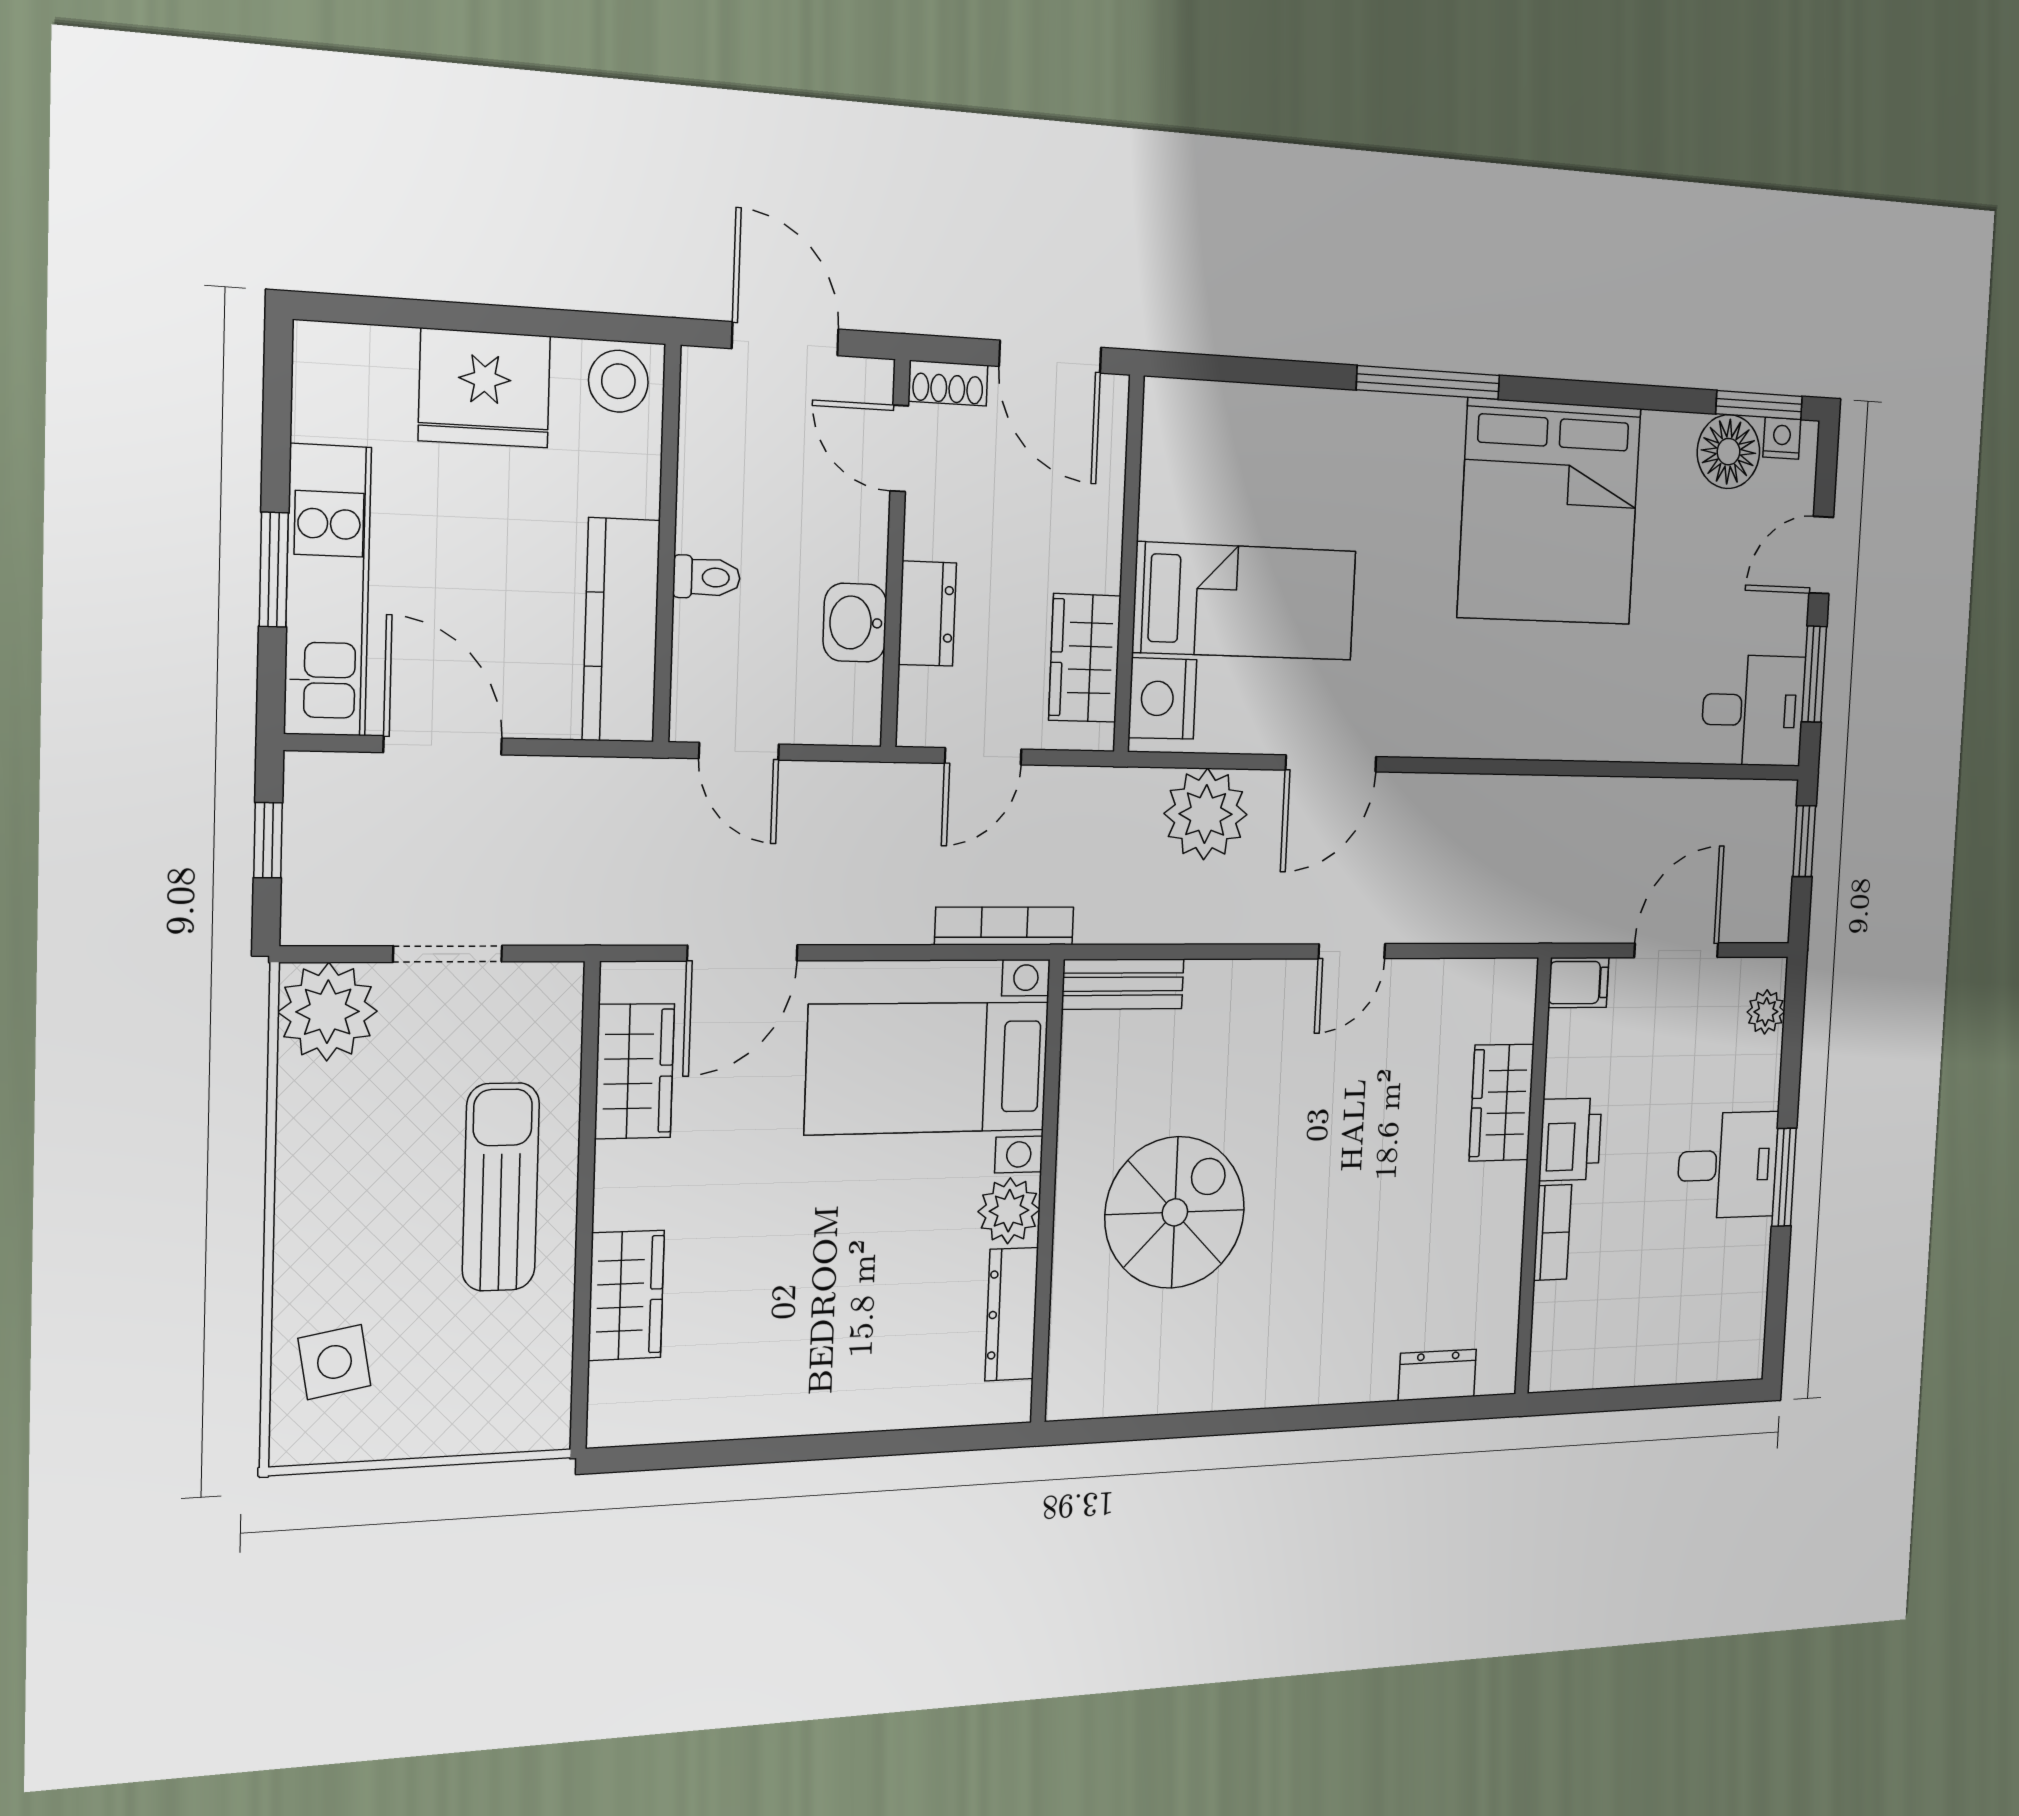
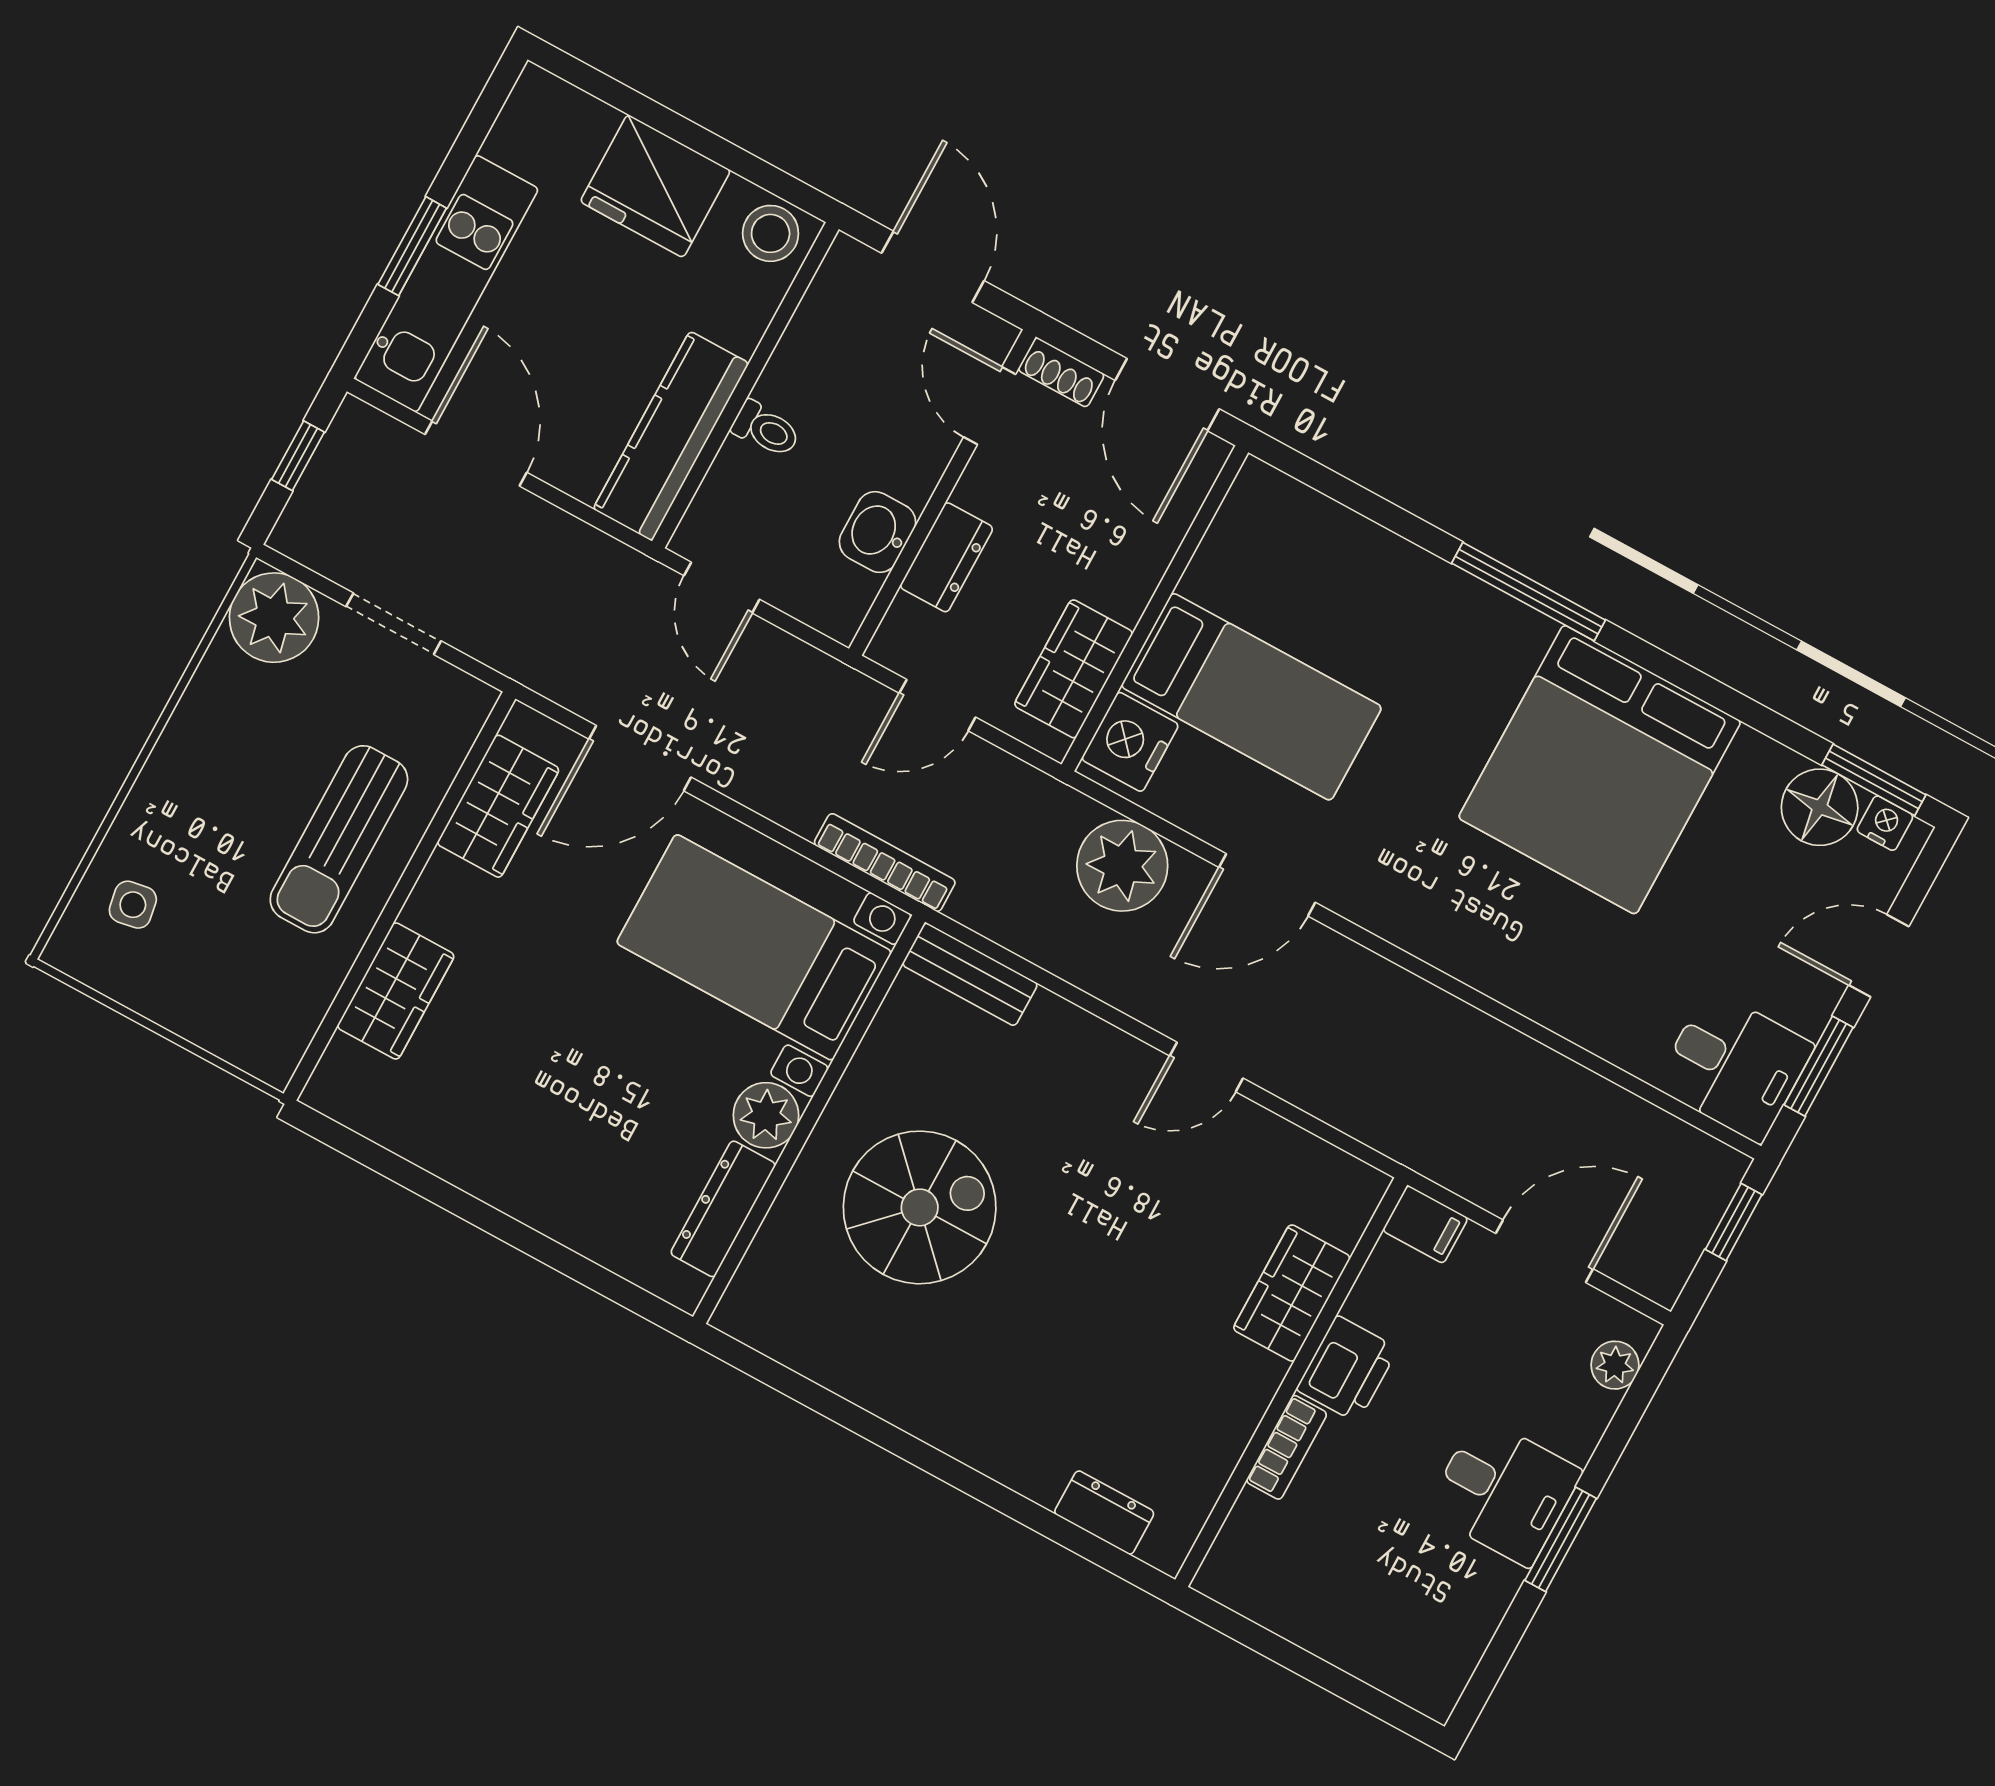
sun lounger: (501, 1187) -> (339, 839), turned 180
side table: (334, 1362) -> (133, 905), width x0.73, depth x0.73

